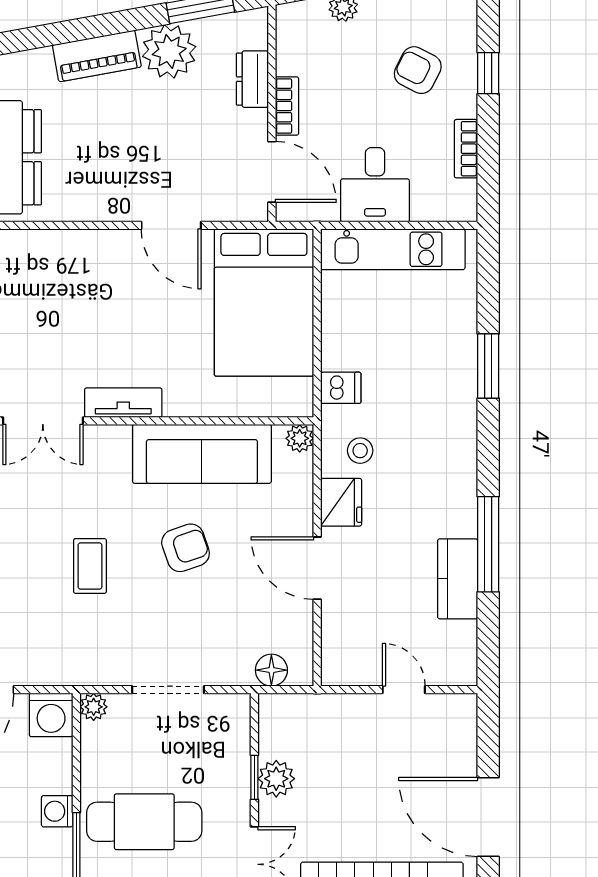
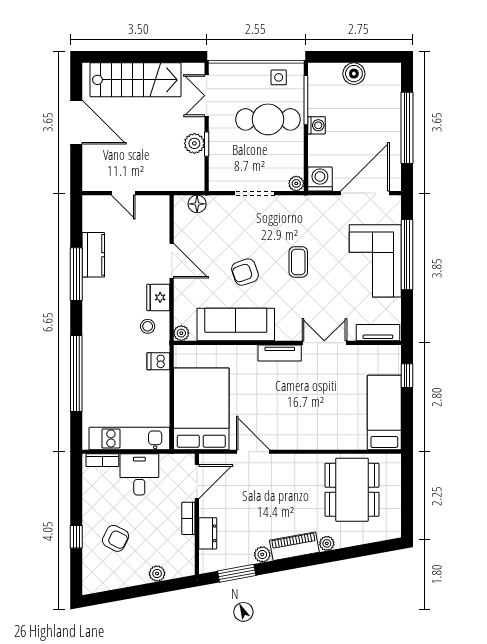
plant: (169, 51) -> (262, 554), width x0.53, depth x0.53
plant: (39, 61) -> (327, 543), added
bookcase: (466, 149) -> (102, 460), moved, turned 90
door: (272, 172) -> (197, 482), swing flipped
window: (488, 366) -> (76, 373), width x2.11

